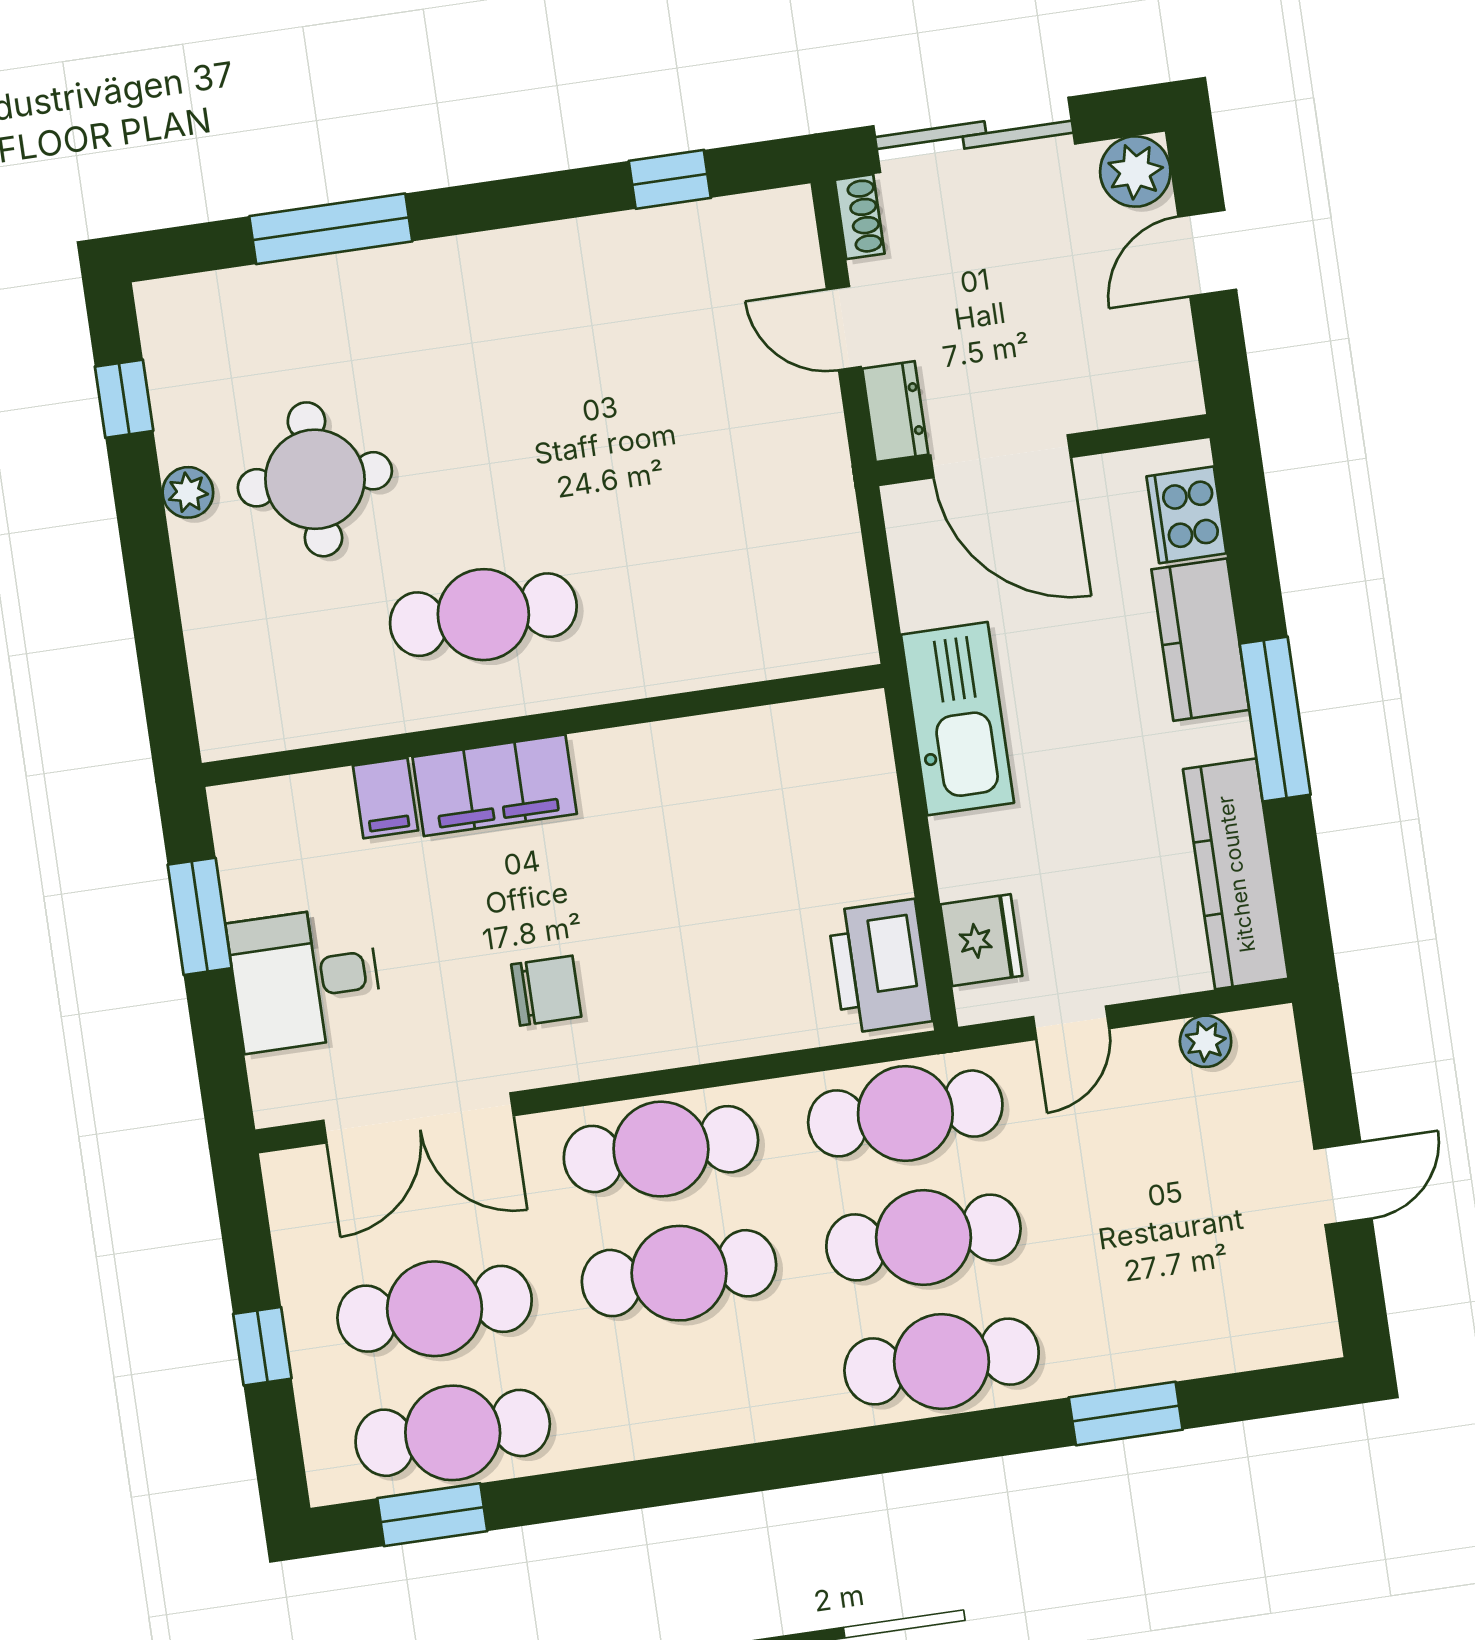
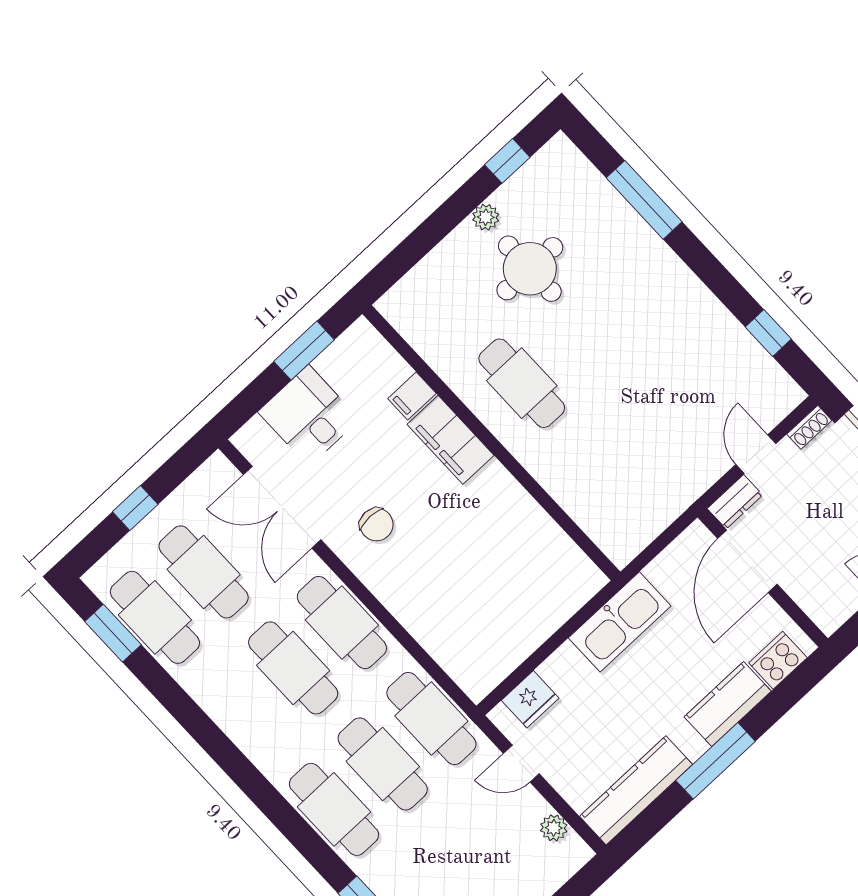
printer: (880, 966) -> (488, 663), removed

